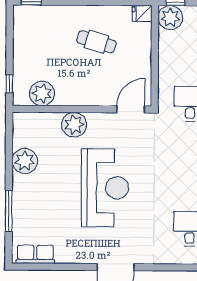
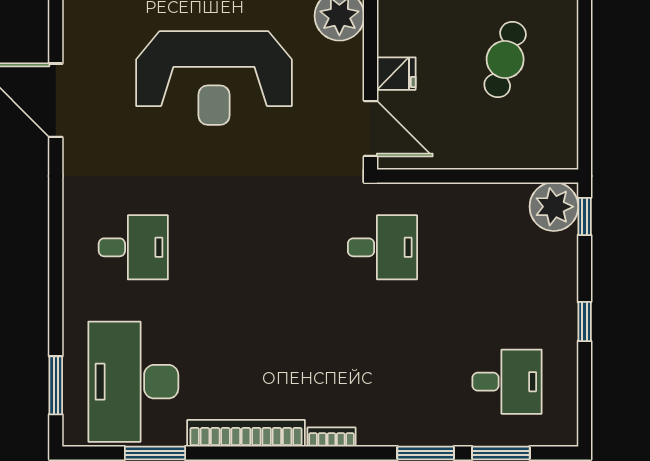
fridge: (142, 13) -> (396, 74), moved, turned 90

